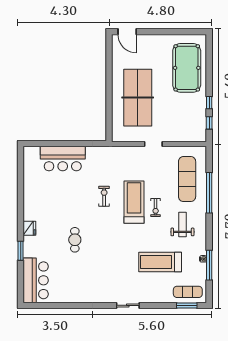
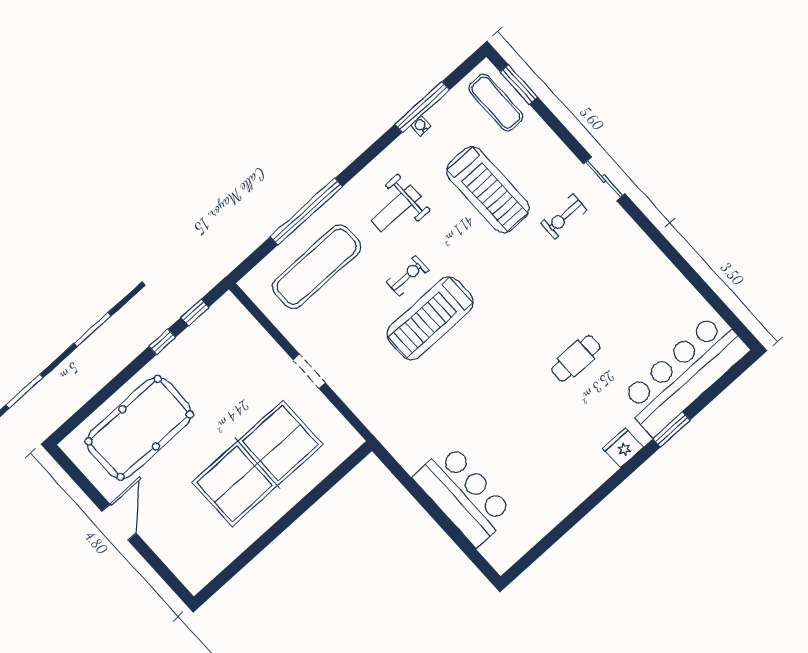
door: (127, 32) -> (119, 522), moved
exercise bike: (104, 196) -> (564, 217), moved
bar counter: (36, 280) -> (684, 374), width x1.36

